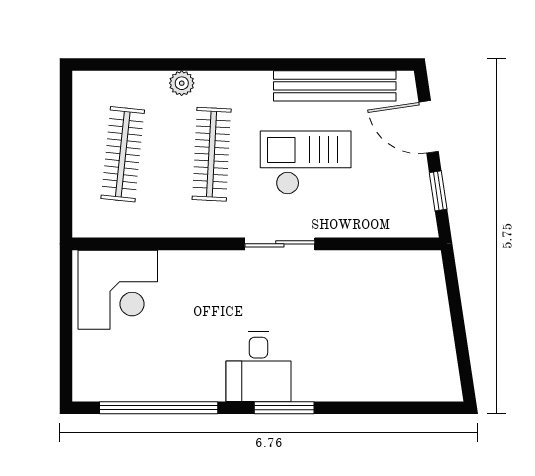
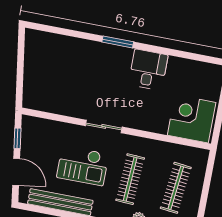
desk: (258, 367) -> (148, 70), moved
window: (159, 408) -> (182, 54), removed

